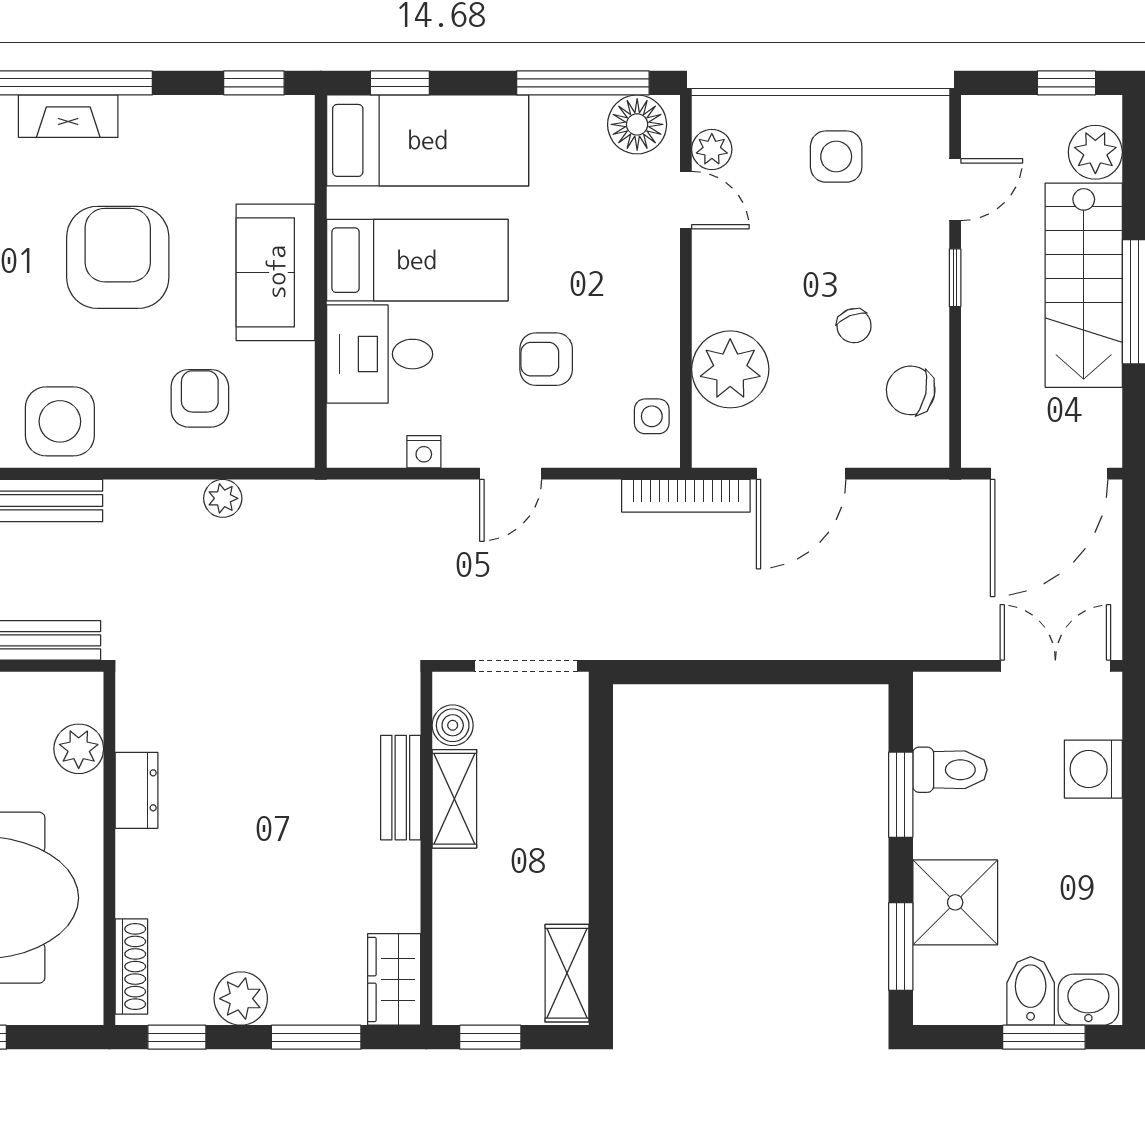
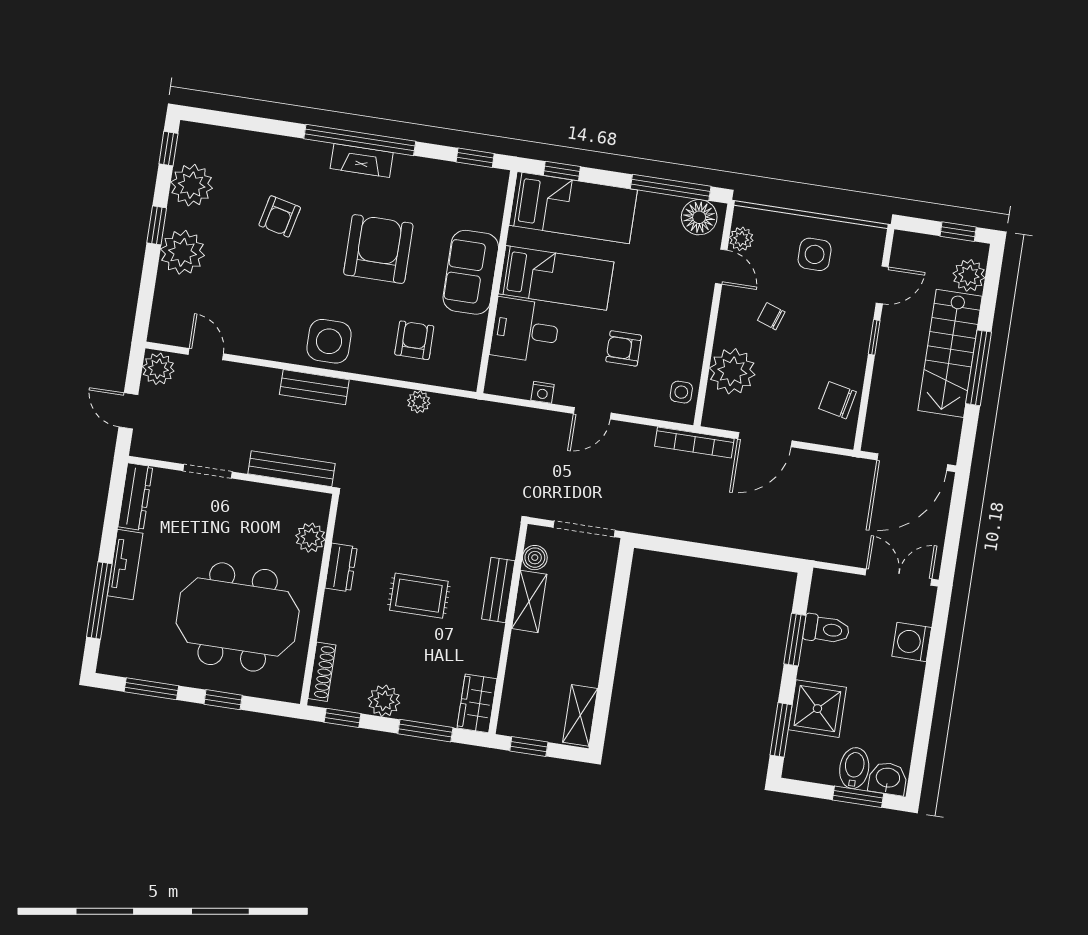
chair: (854, 326) -> (771, 316), moved, turned 131
rug: (272, 817) -> (419, 596), added

